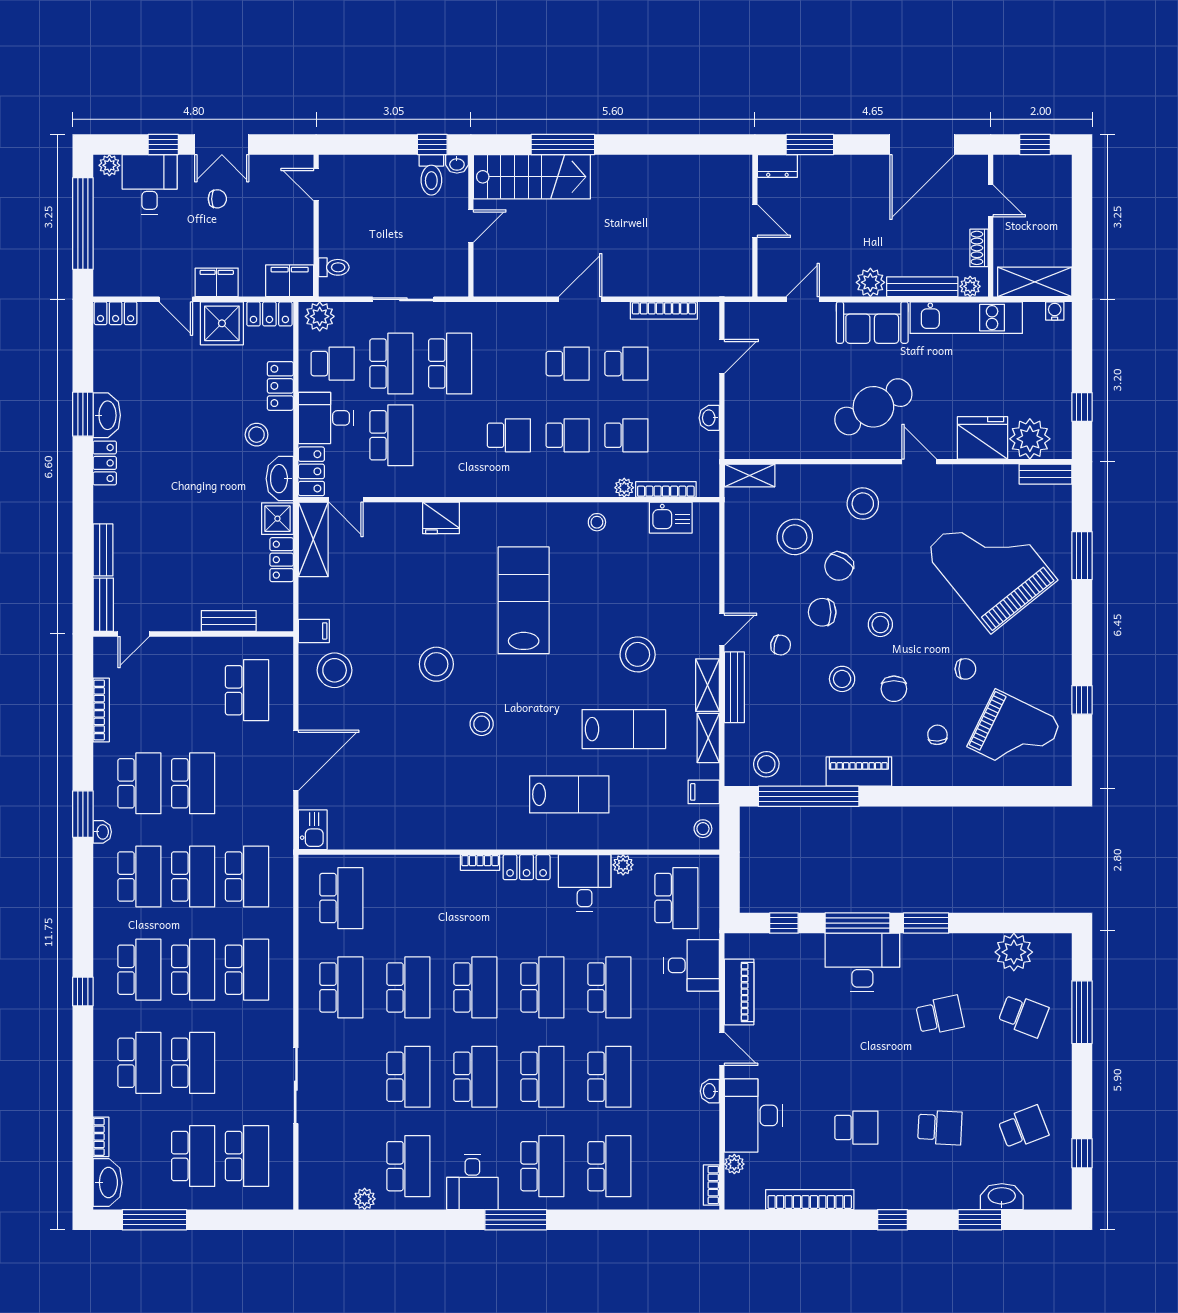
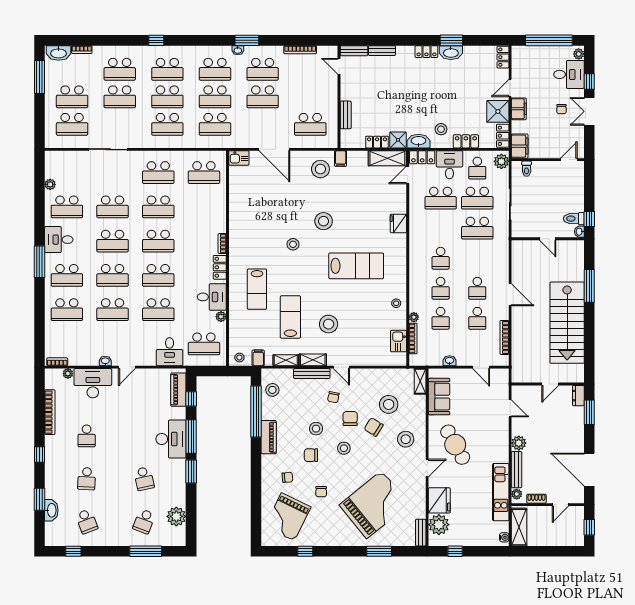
stairs: (532, 177) -> (567, 323), moved, width x1.36, depth x1.51
sofa: (872, 323) -> (439, 397), moved, turned 180
lab bench: (624, 729) -> (290, 317), turned 180
piano: (739, 992) -> (178, 390), moved, turned 90

